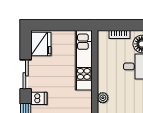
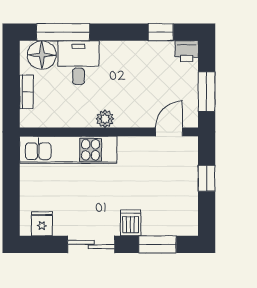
fridge: (41, 44) -> (42, 224), width x0.53, depth x0.75
plant: (103, 98) -> (105, 119), moved

